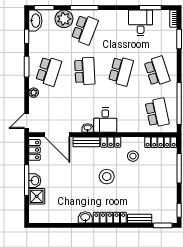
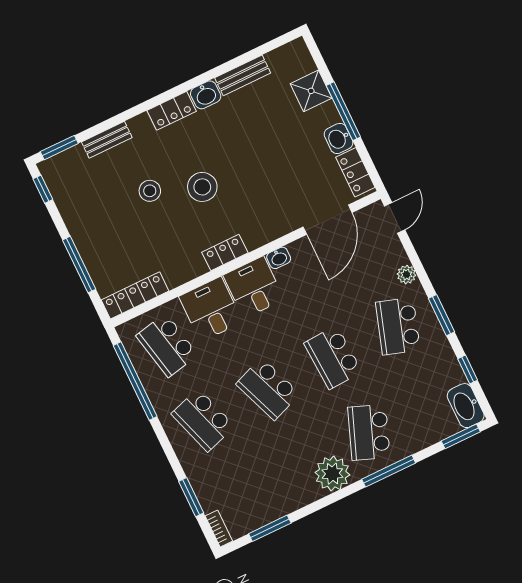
plant: (64, 19) -> (332, 474), moved
desk: (141, 23) -> (211, 309), moved, turned 180
school desk: (121, 71) -> (268, 389), turned -36
door: (57, 135) -> (328, 220), swing flipped
bench: (86, 142) -> (243, 75), moved
stool: (133, 156) -> (150, 191), moved
washbasin: (35, 181) -> (339, 138), moved
locker: (110, 218) -> (172, 111), width x0.66

